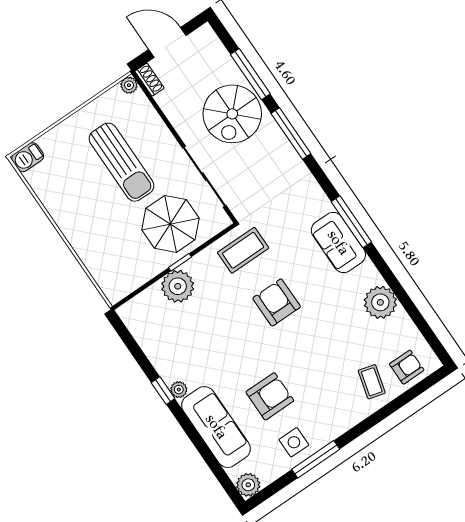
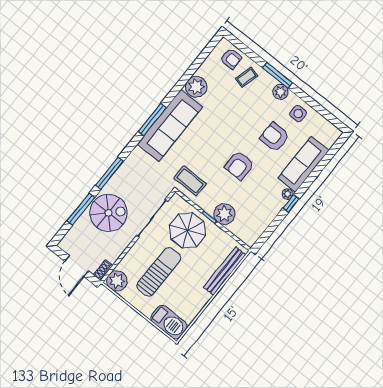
plant: (129, 85) -> (117, 281), width x1.87, depth x1.87
barbecue: (28, 157) -> (169, 322), width x1.88, depth x1.53
sofa: (338, 243) -> (170, 126), width x1.85, depth x1.27
bench: (93, 261) -> (225, 271), added
armchair: (277, 302) -> (239, 165), moved
armchair: (407, 367) -> (231, 59), turned 180
window: (316, 459) -> (278, 75), moved
plant: (248, 485) -> (281, 92), moved

